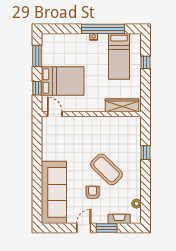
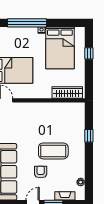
window: (103, 29) -> (27, 23), moved
bed: (119, 56) -> (60, 48), width x1.50
coffee table: (106, 169) -> (53, 151), turned -44

